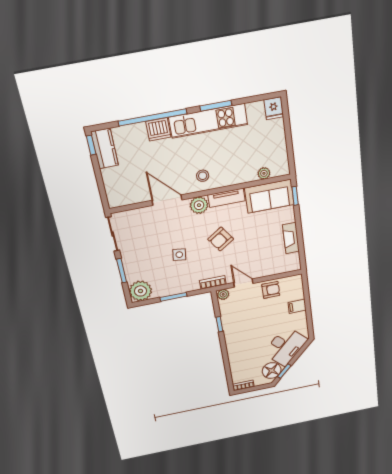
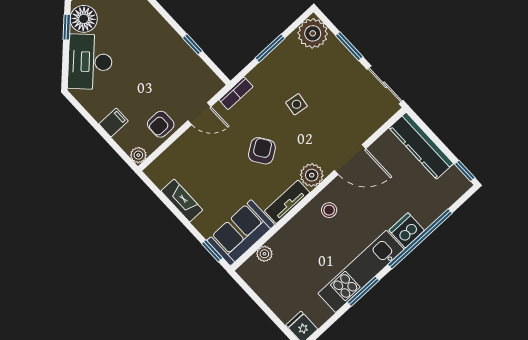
kitchen counter: (105, 149) -> (421, 146), moved, width x1.50
plant: (223, 294) -> (138, 155), moved

